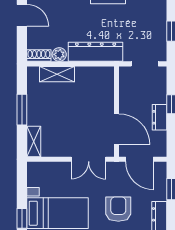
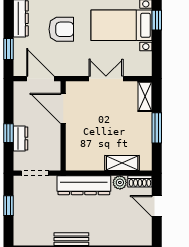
door: (22, 15) -> (157, 206), moved
dresser: (159, 117) -> (21, 138), moved
double door: (89, 159) -> (106, 79), moved
armchair: (118, 209) -> (61, 29), turned -90

